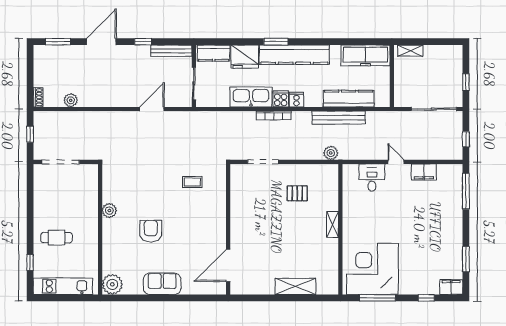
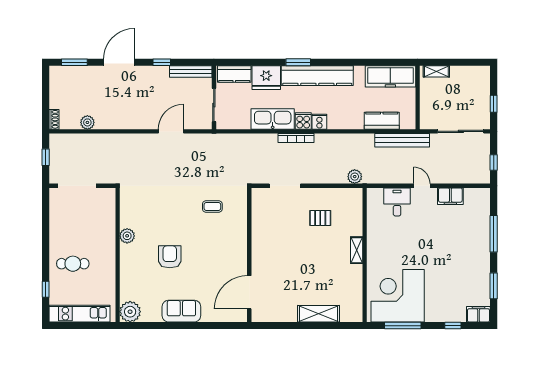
kitchen counter: (349, 99) -> (382, 121), width x0.67
bench: (339, 118) -> (402, 140), moved
window: (466, 191) -> (494, 234), moved

